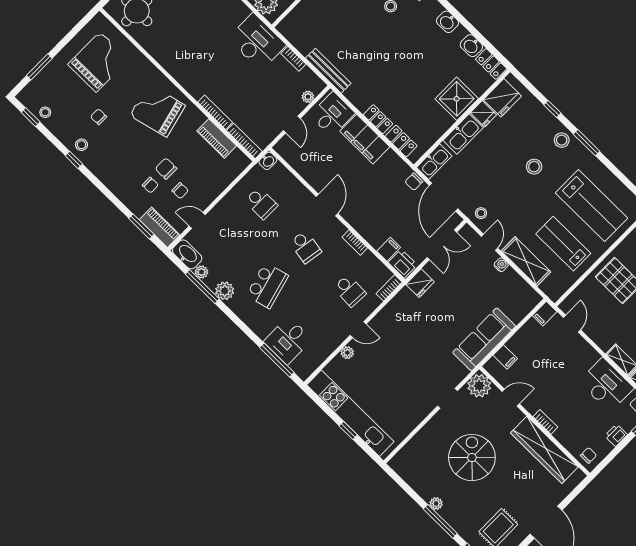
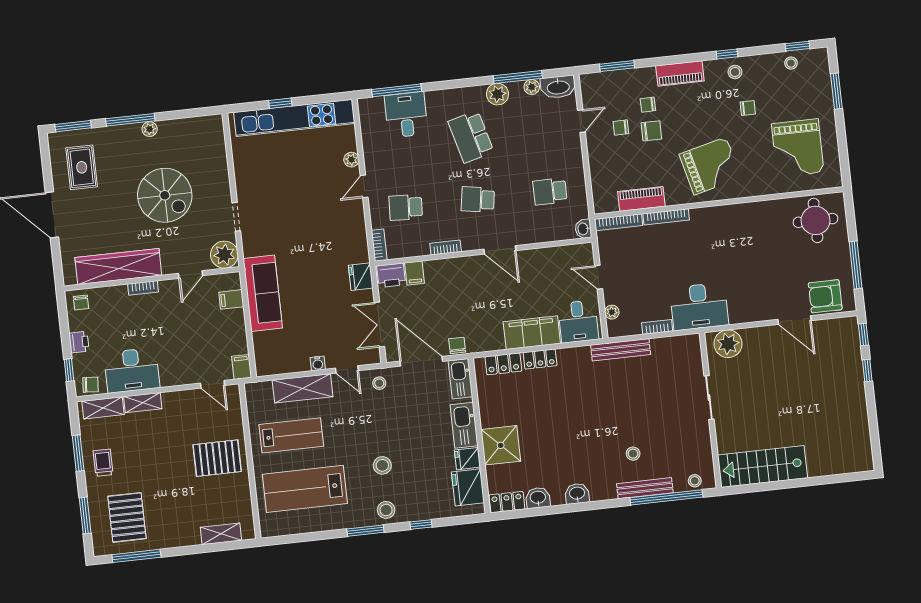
piano: (159, 227) -> (680, 73), moved

